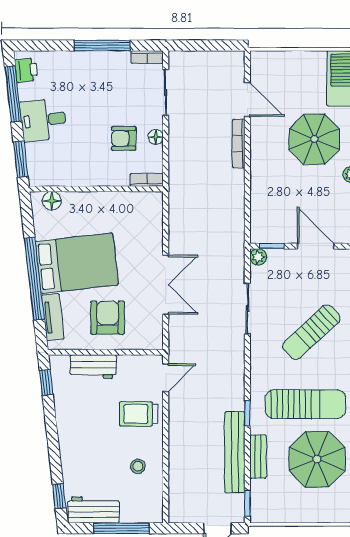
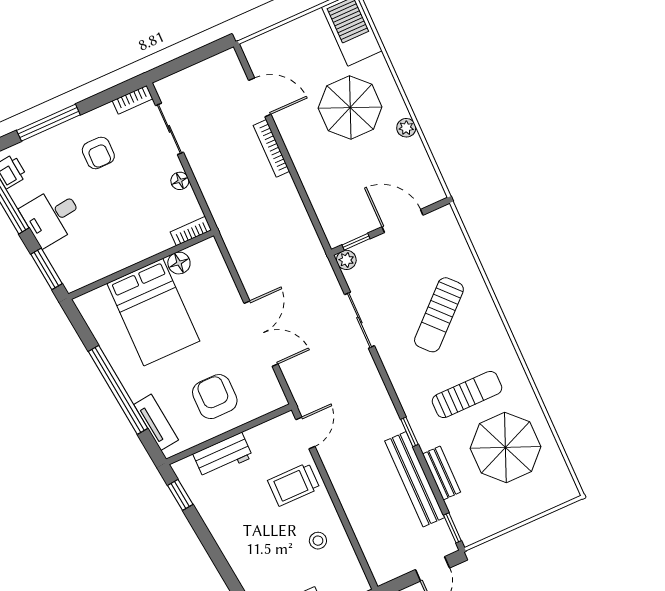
window: (102, 45) -> (48, 123), moved
armchair: (124, 138) -> (98, 153), moved, turned -90
floor lamp: (52, 201) -> (179, 263), moved
bed: (77, 263) -> (153, 312), moved, turned 97
sun lounger: (305, 404) -> (467, 394), width x0.73, depth x0.75

